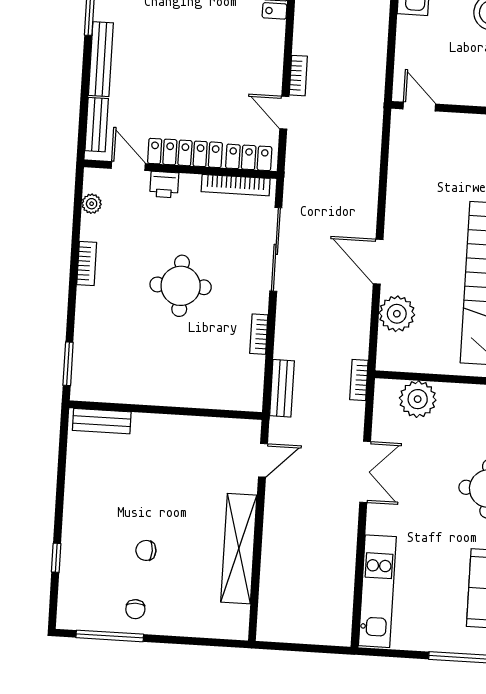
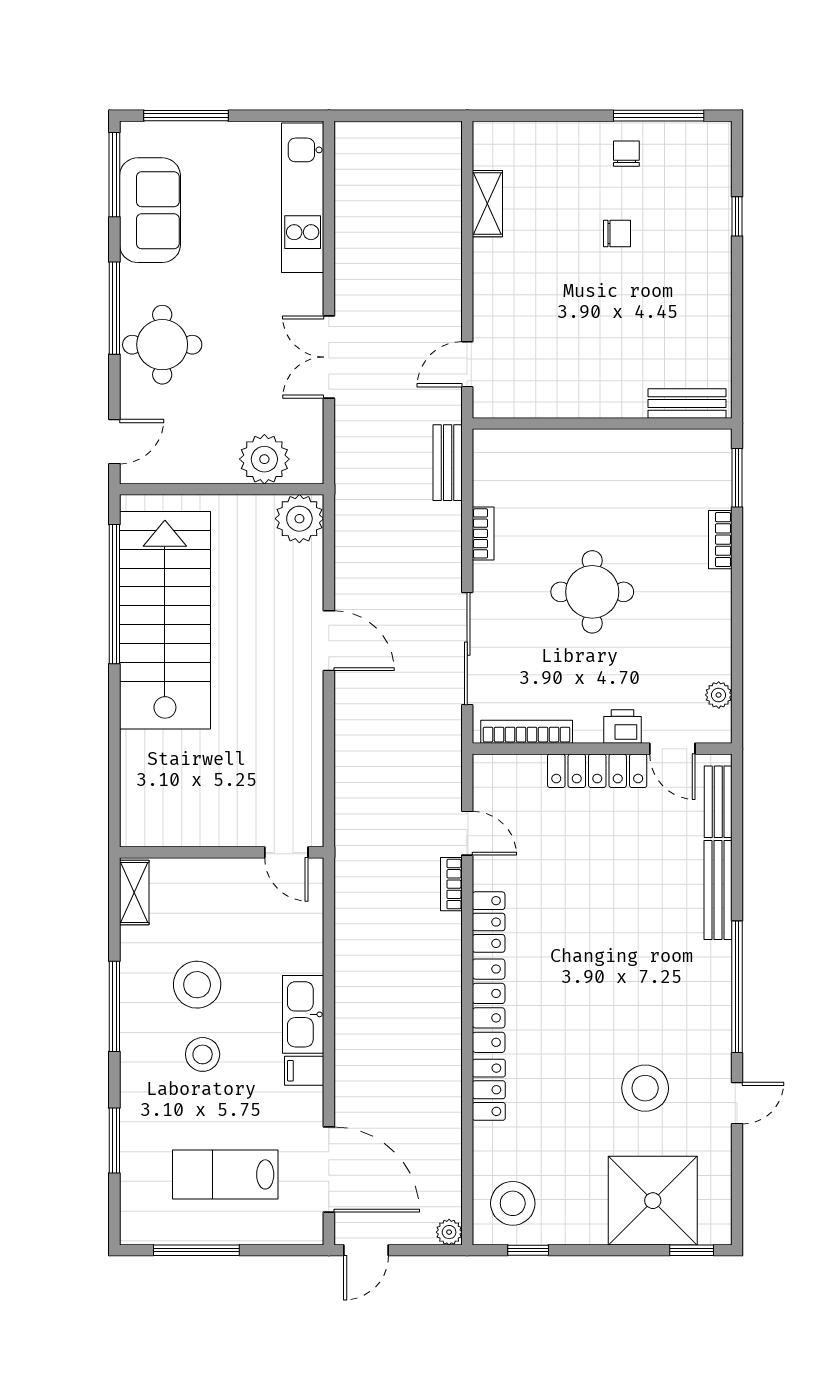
locker: (249, 157) -> (489, 922), moved, turned -90
bookcase: (87, 263) -> (720, 540), moved
plant: (397, 314) -> (299, 519), moved
bookcase: (359, 380) -> (345, 480), removed
shelving: (239, 549) -> (487, 204), width x0.45, depth x0.75

